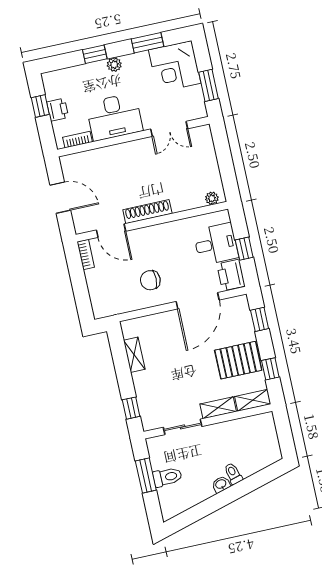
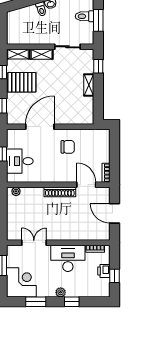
printer: (231, 275) -> (14, 139), removed
shelving: (134, 355) -> (89, 85), moved

